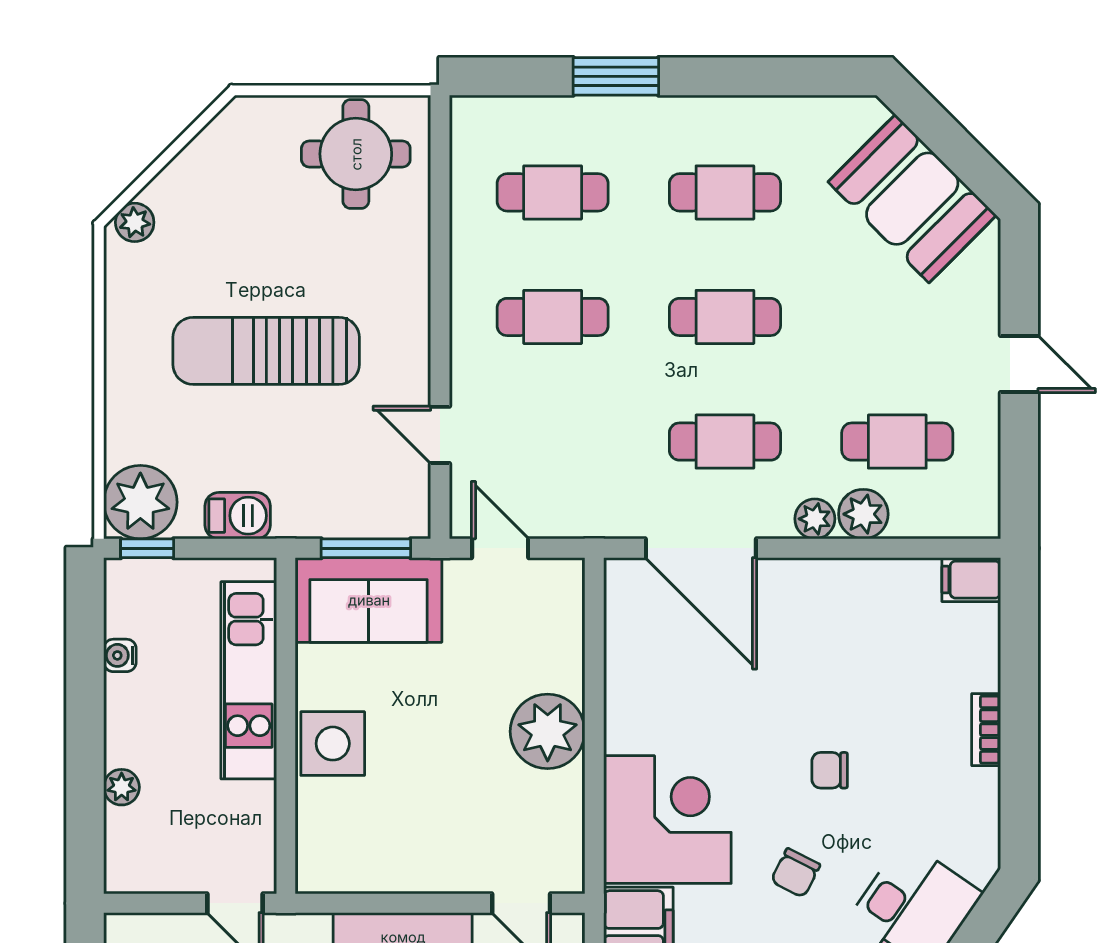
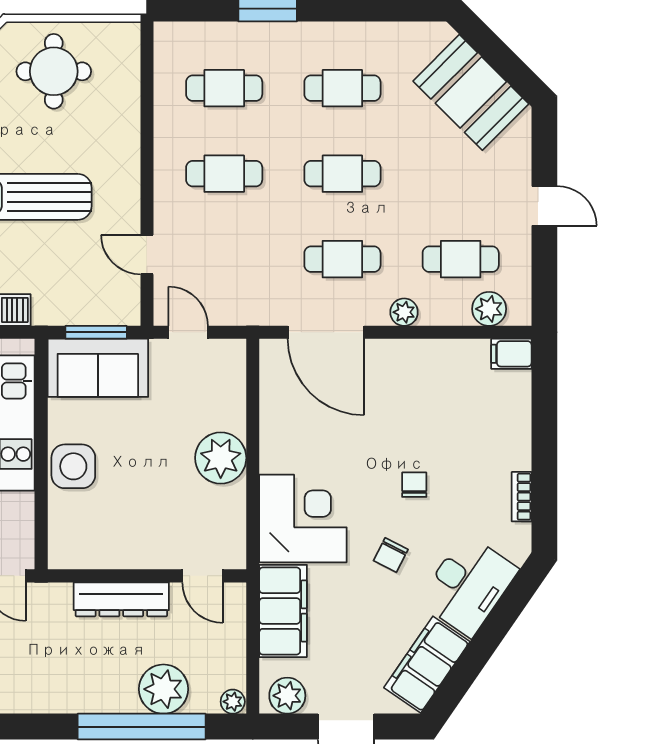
round table: (356, 154) -> (54, 71), moved
plant: (863, 514) -> (489, 309), moved
bookcase: (986, 730) -> (522, 497), moved
chair: (830, 770) -> (414, 485), turned 90

